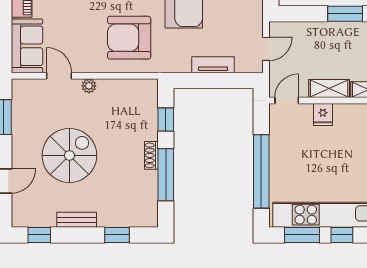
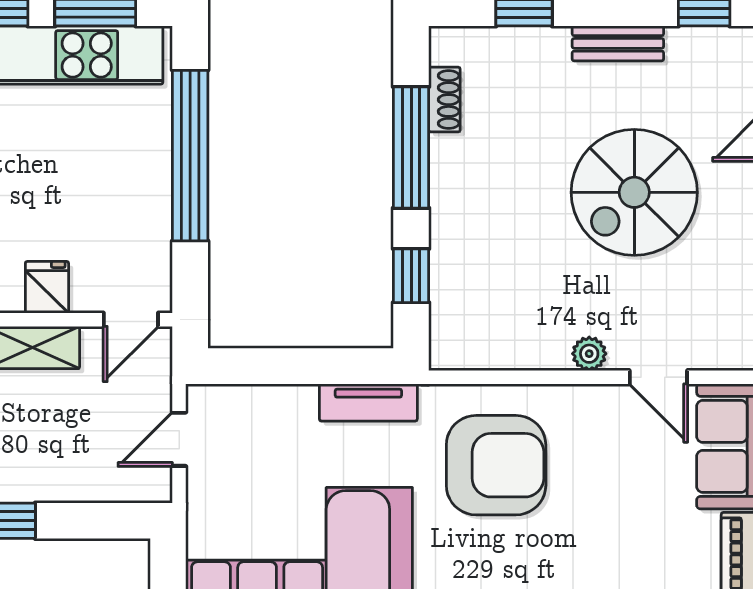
tv unit: (213, 65) -> (368, 402), moved
shoe rack: (151, 155) -> (444, 100), moved

